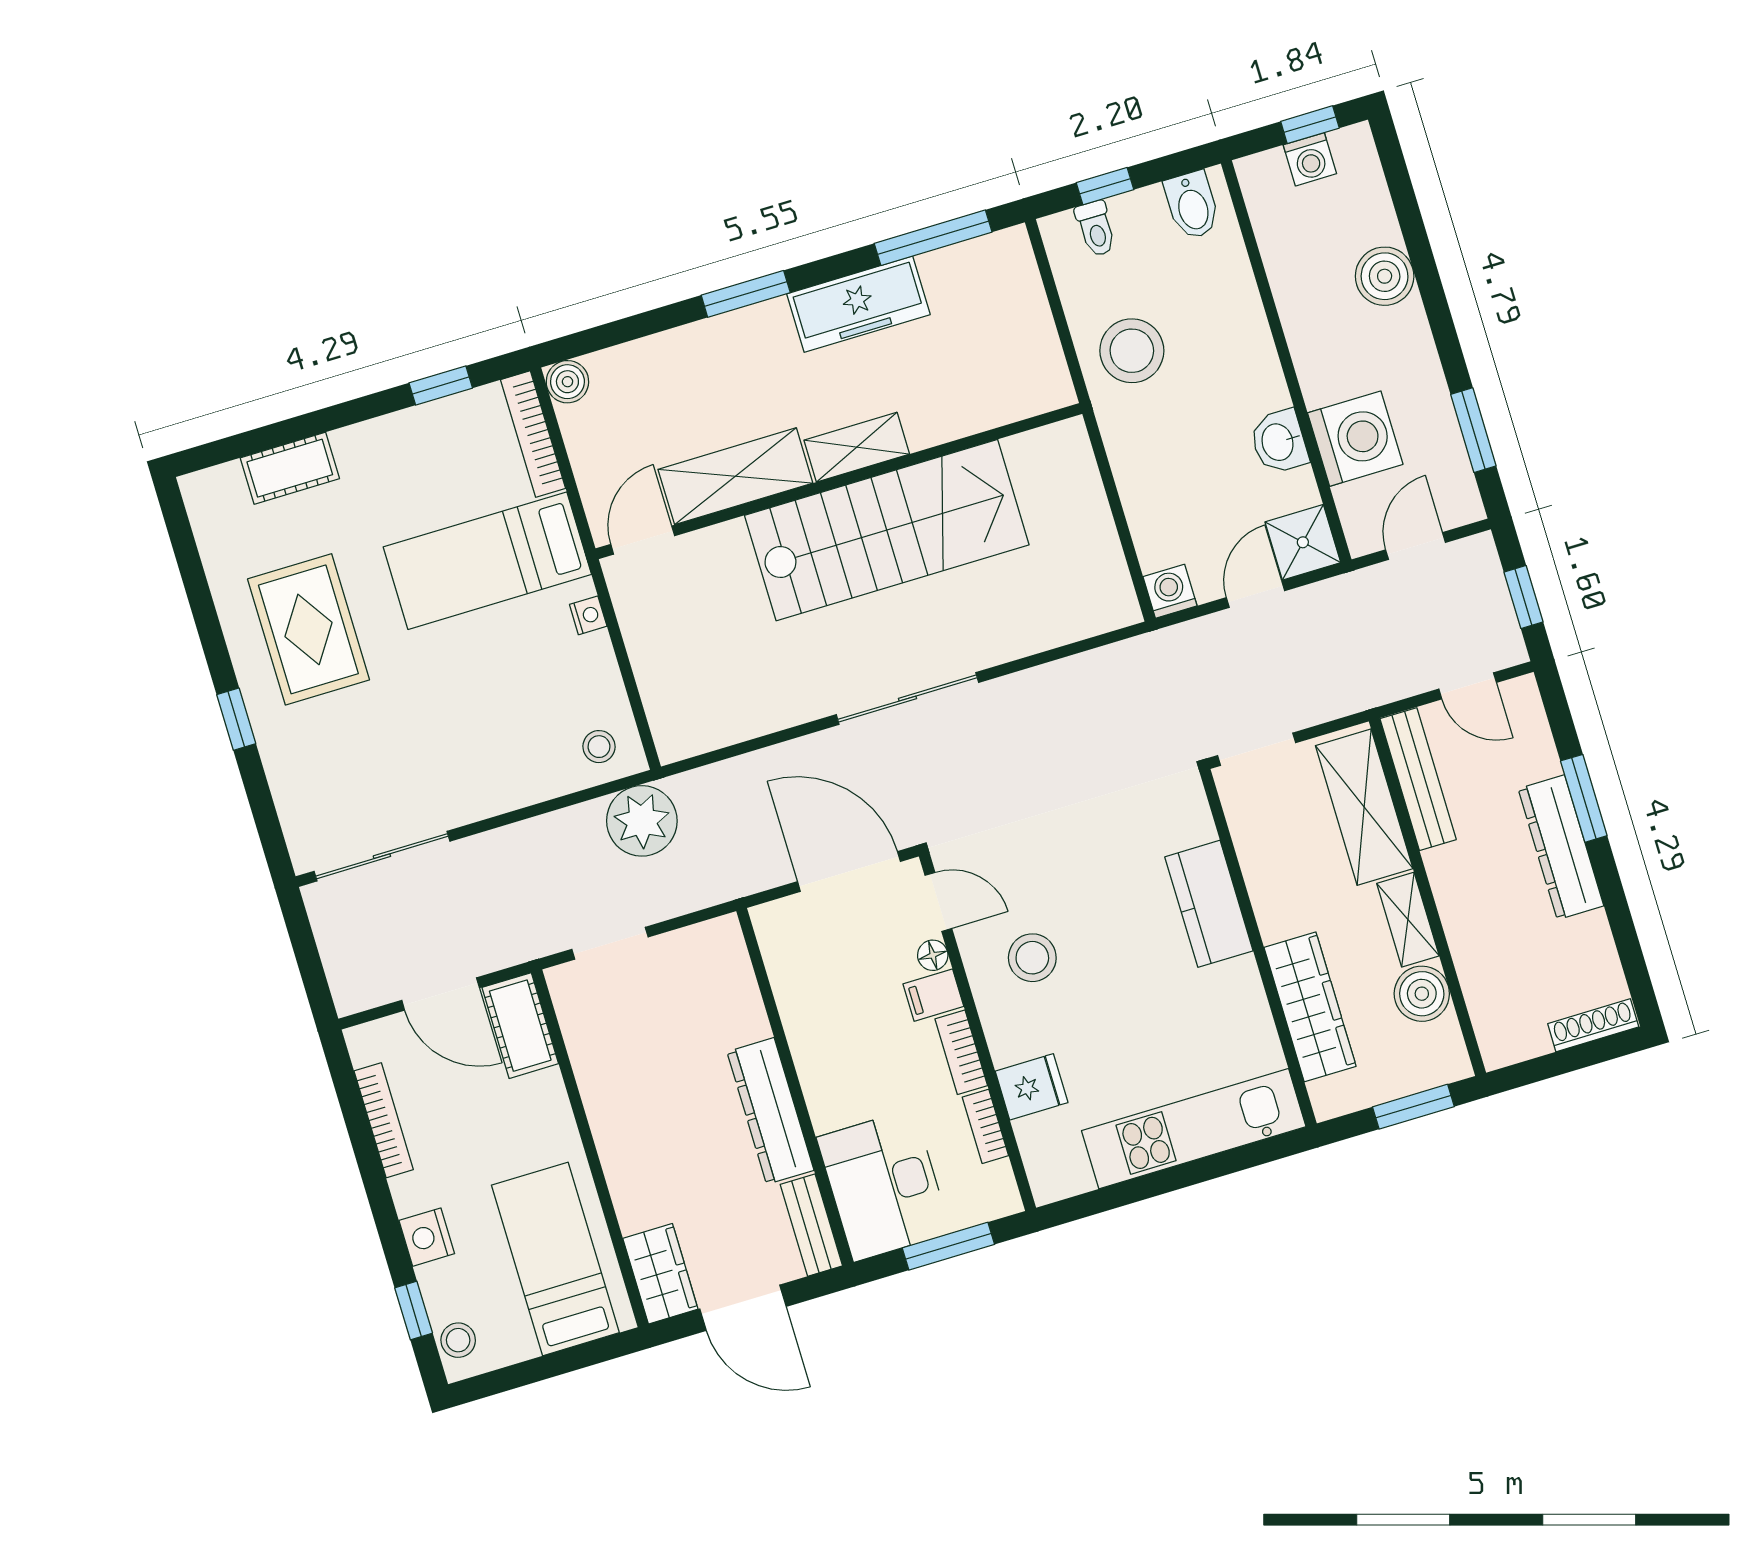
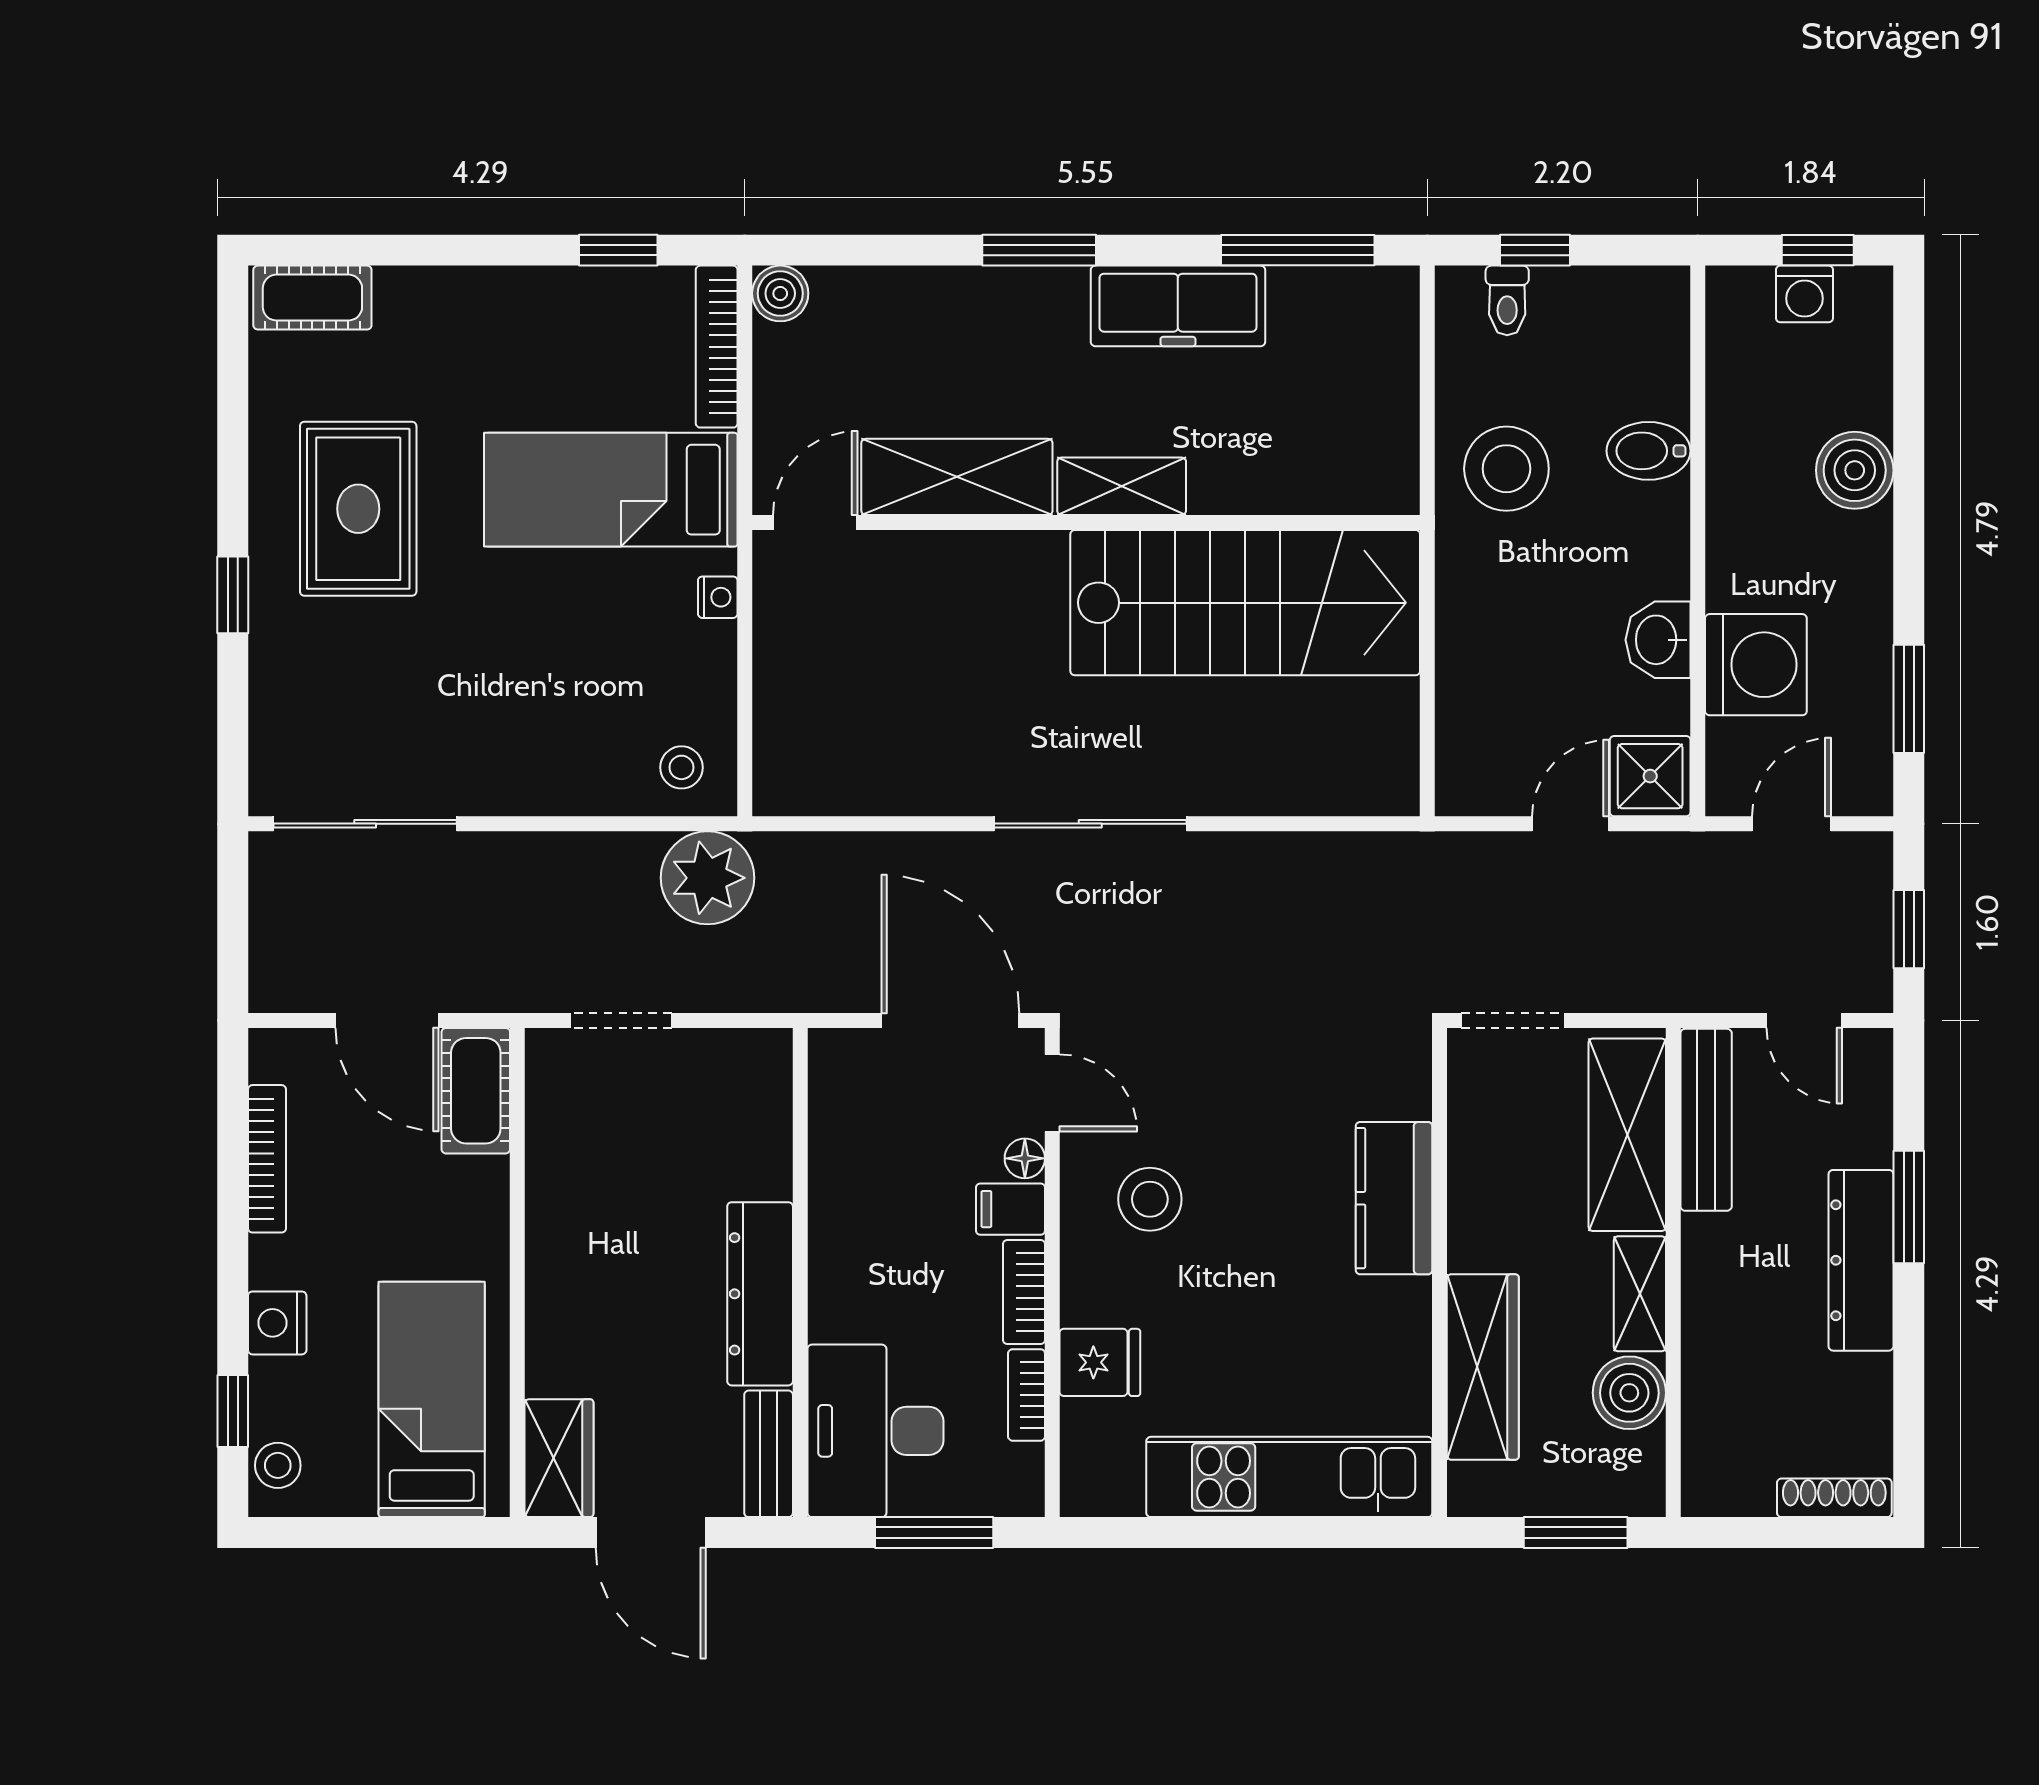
bidet: (1192, 205) -> (1648, 451), moved, turned 90
cot: (290, 468) -> (312, 298), moved
stairs: (887, 530) -> (1245, 603), moved
washing machine: (1170, 591) -> (1463, 788), removed

